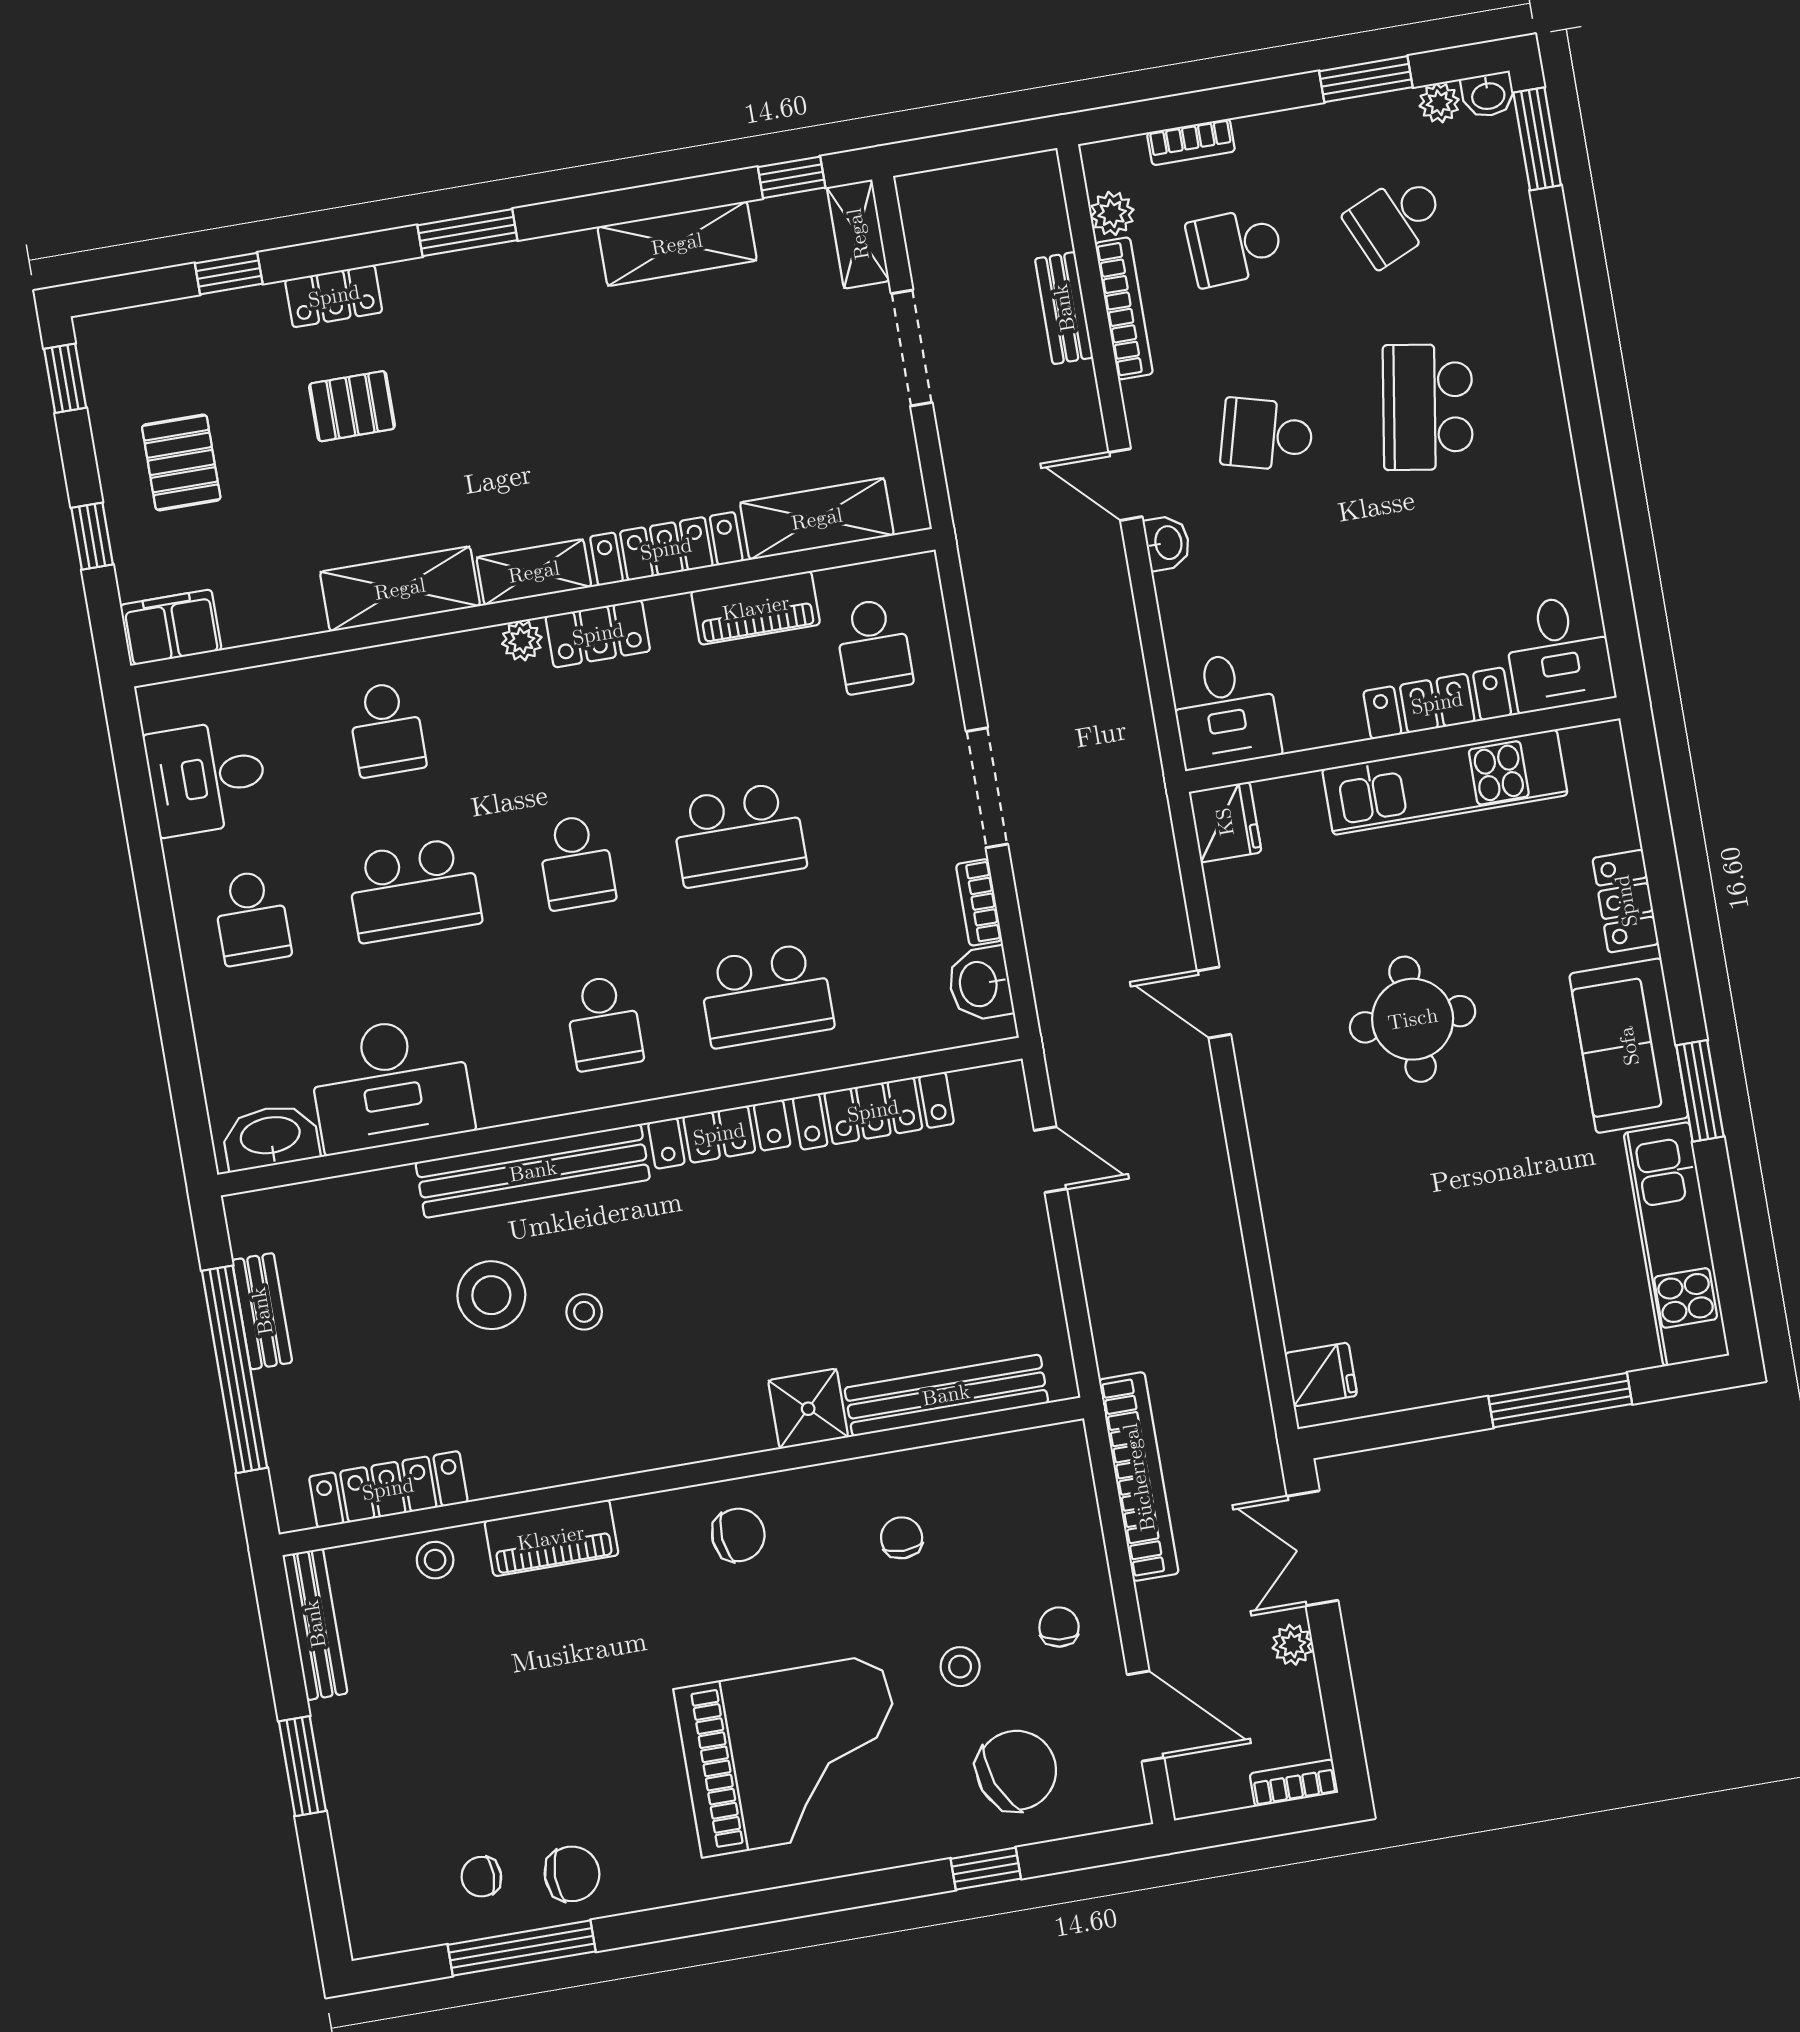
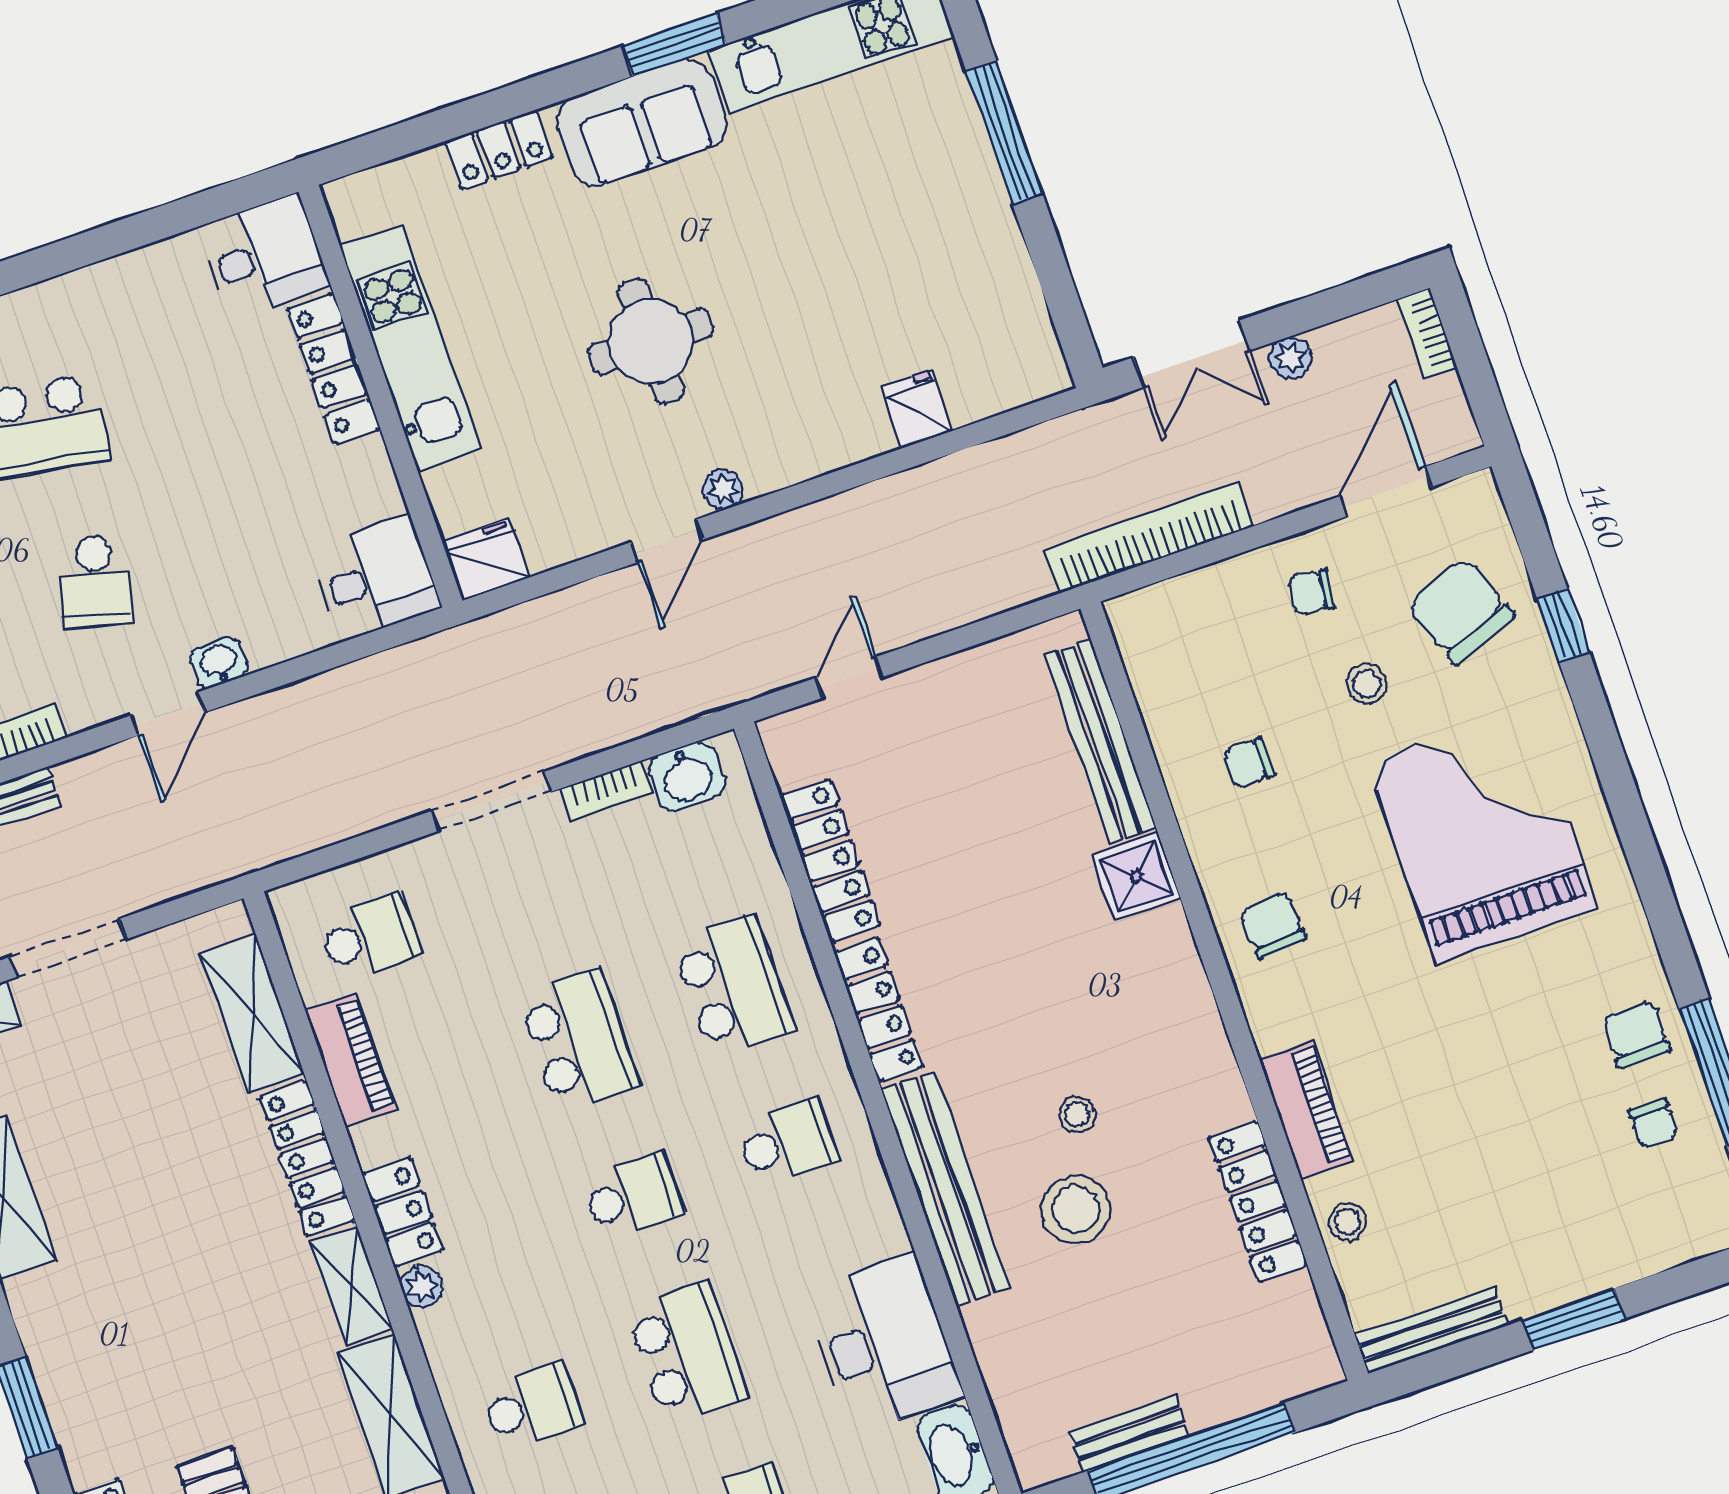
plant: (1255, 1066) -> (723, 490), added
fridge: (1321, 1374) -> (917, 409), moved
locker: (388, 1489) -> (1258, 1201), moved

